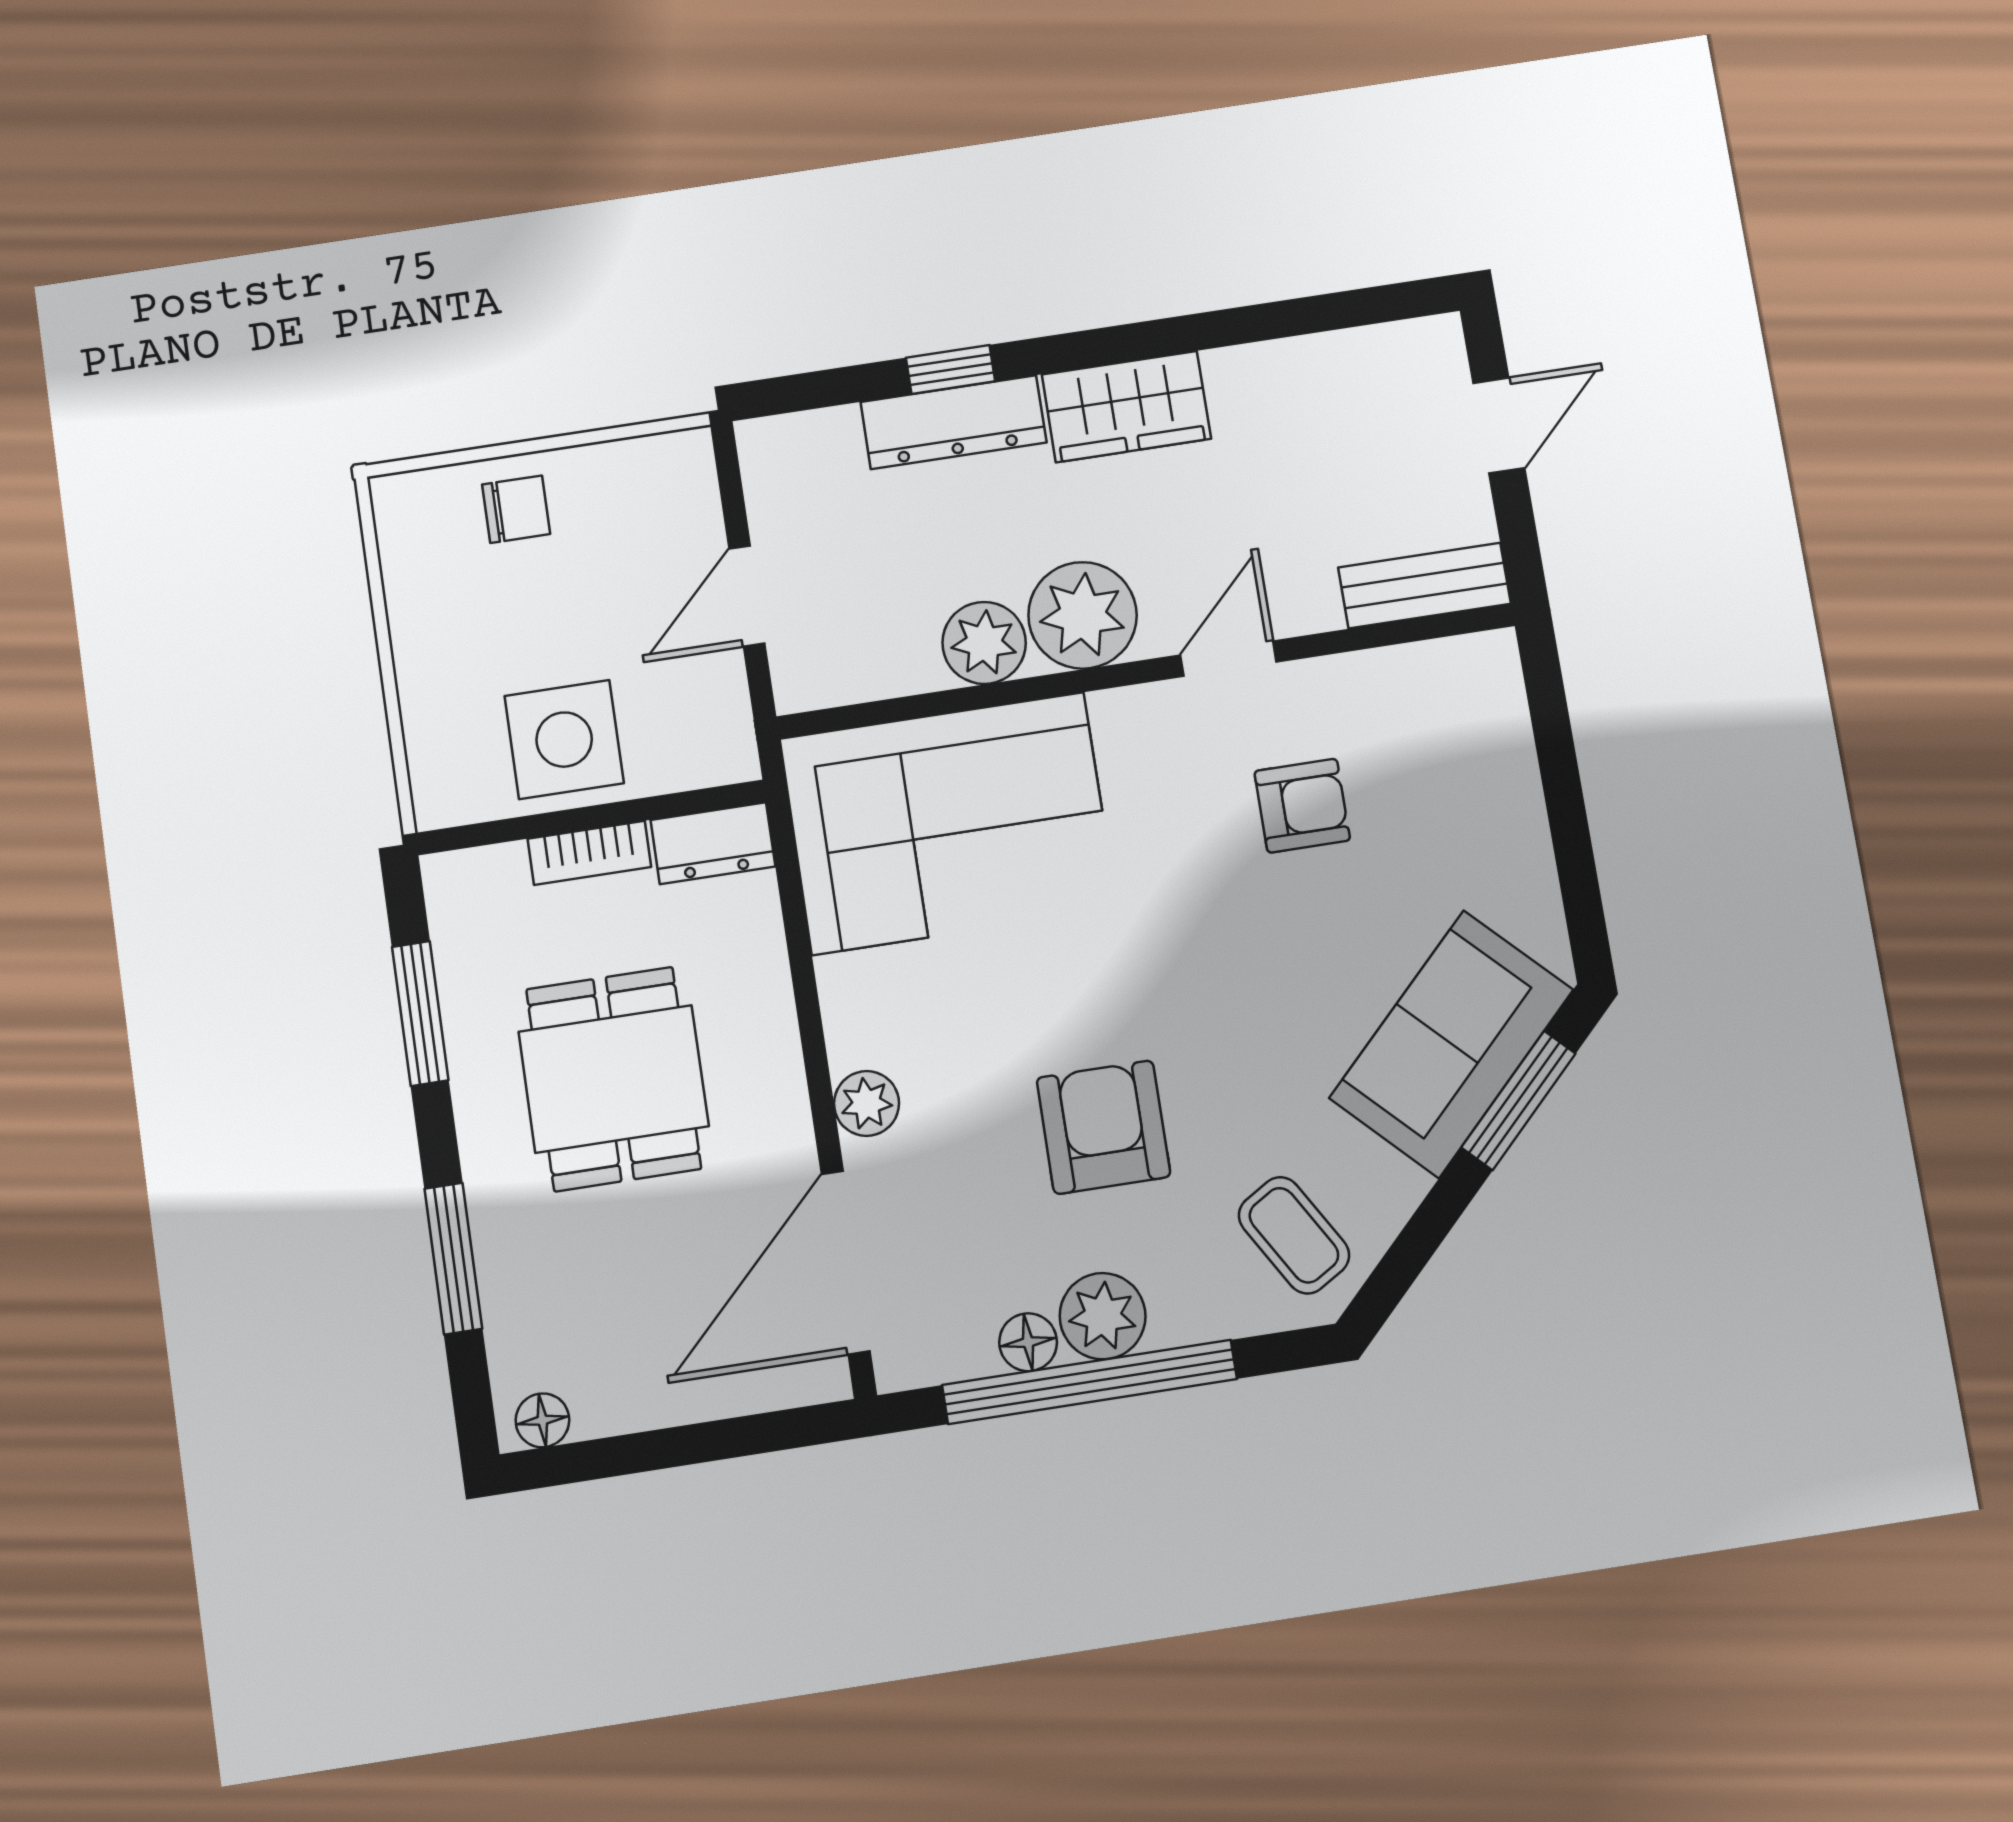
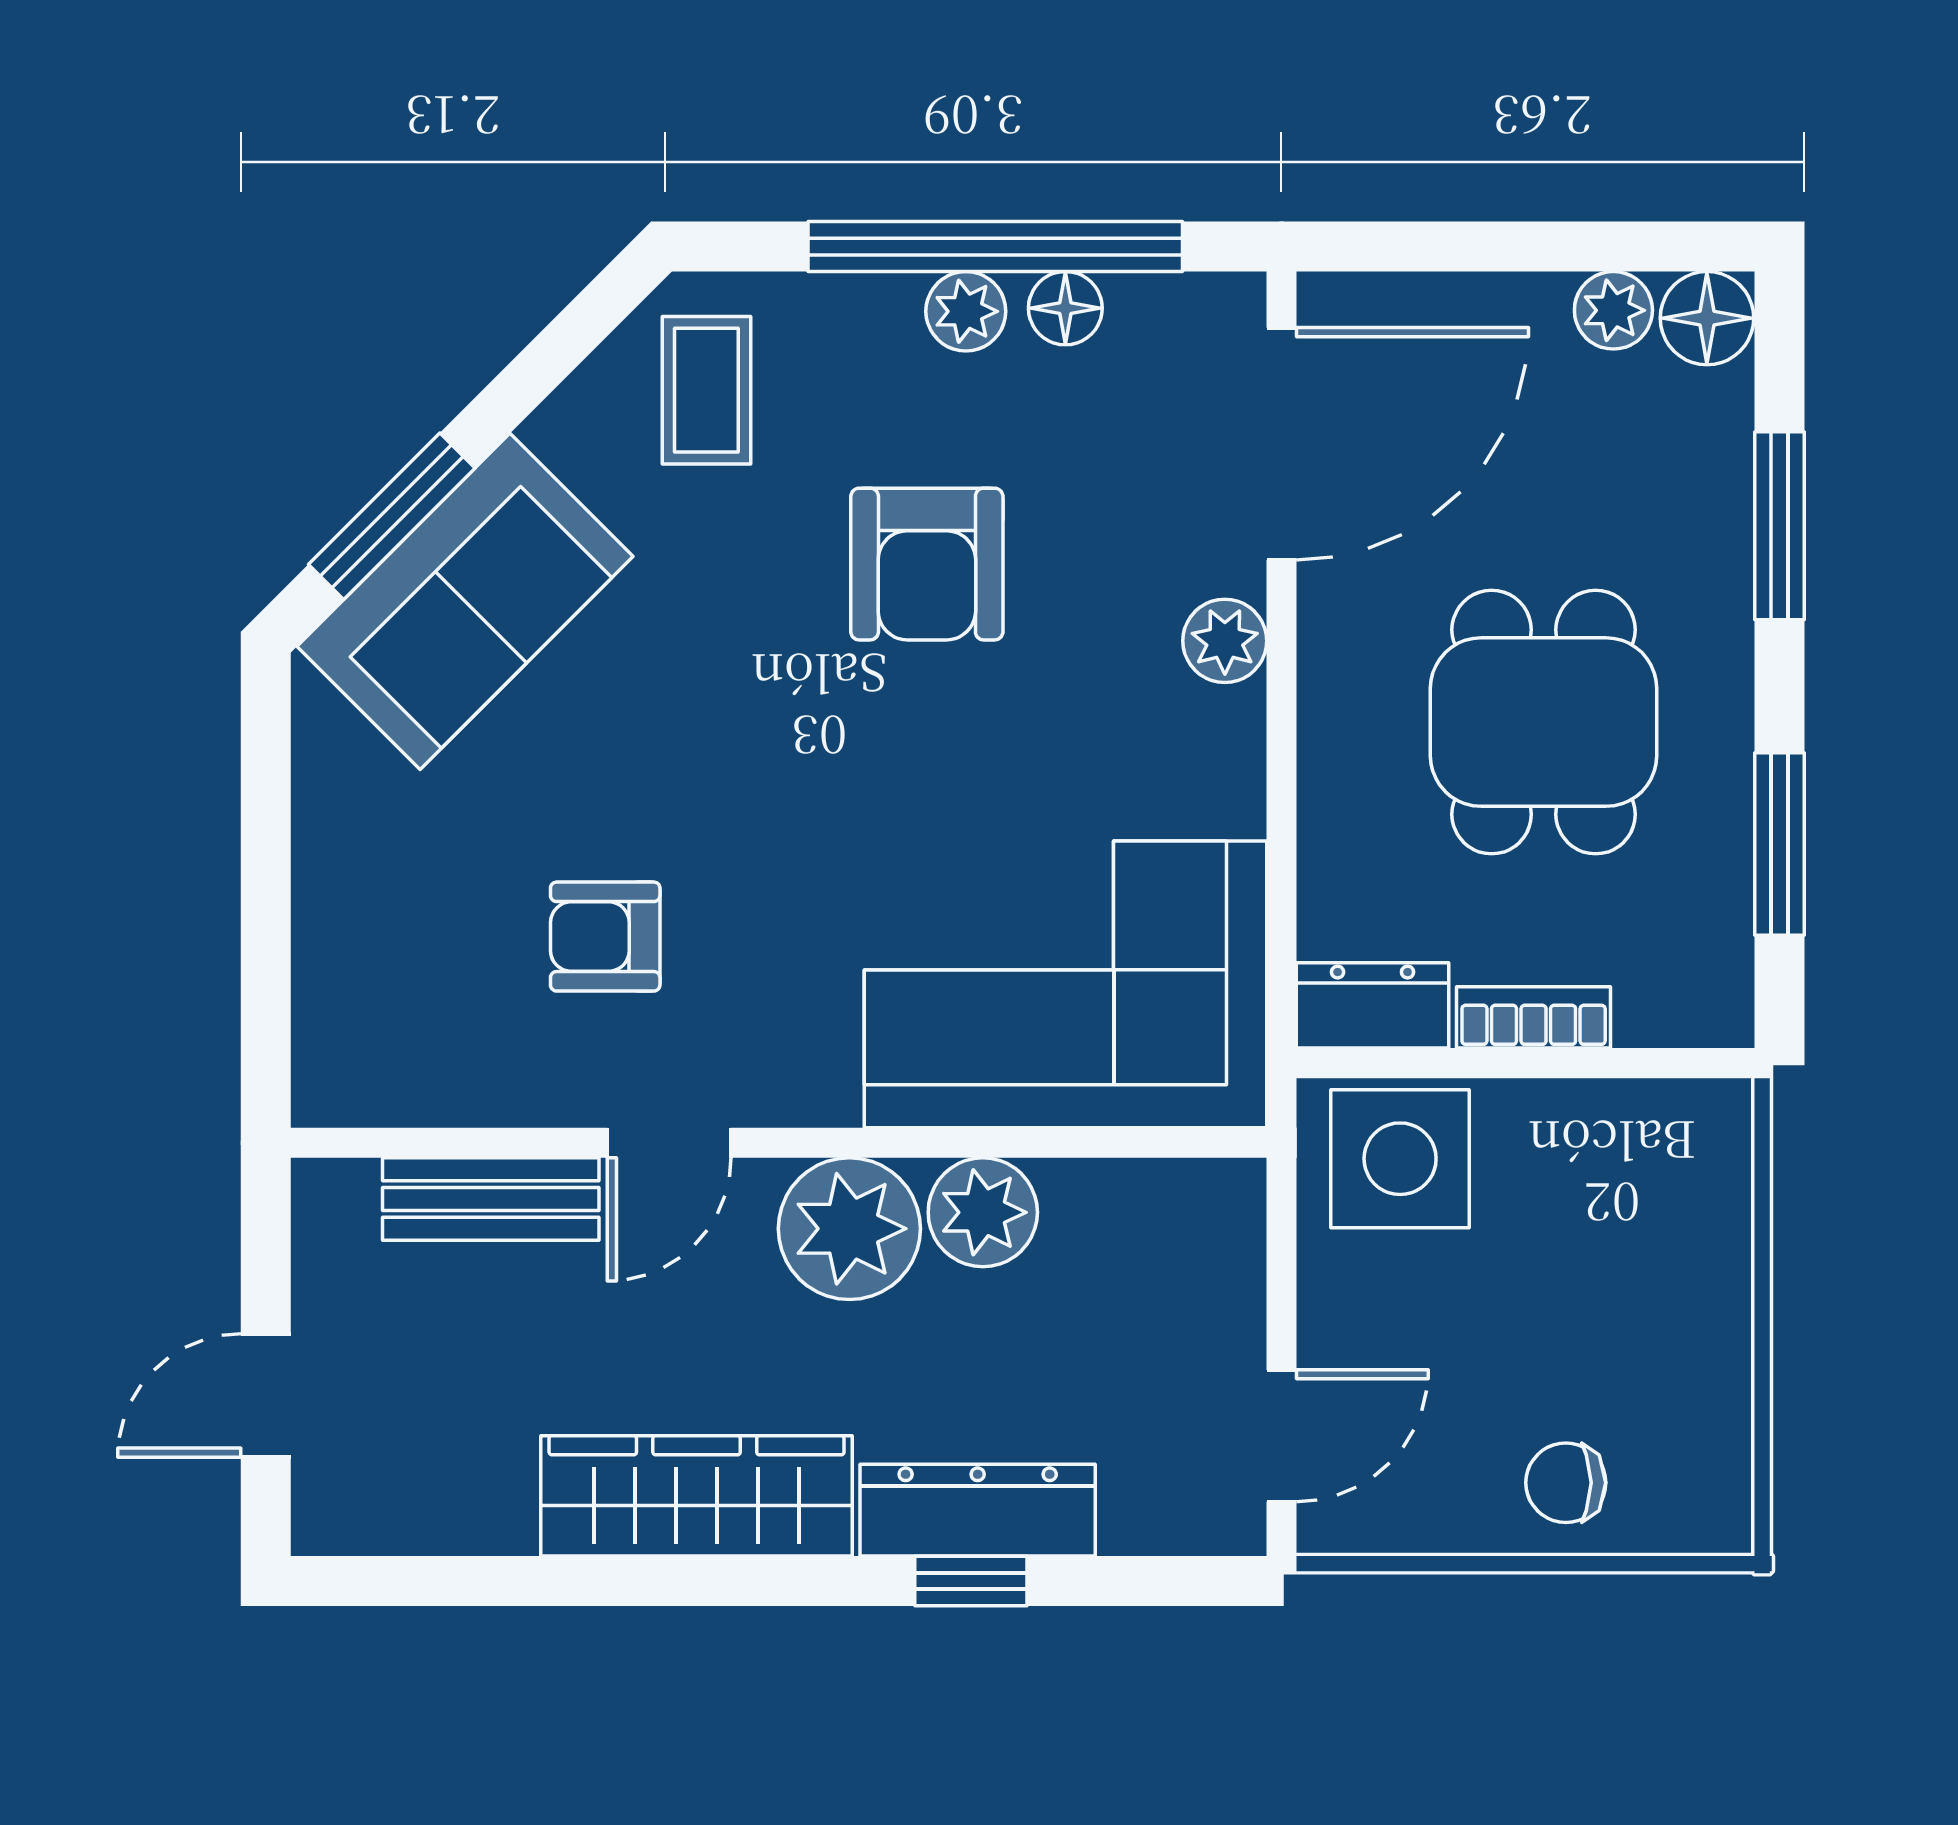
wardrobe: (1126, 407) -> (697, 1496), width x1.50
bench: (1424, 586) -> (491, 1199), moved
door: (747, 596) -> (1282, 1436), moved
side table: (564, 740) -> (1400, 1159), moved
coffee table: (1294, 1235) -> (706, 390), turned 31
plant: (1103, 1316) -> (966, 311), width x0.73, depth x0.73
plant: (605, 1407) -> (1613, 310), added
floor lamp: (542, 1420) -> (1707, 318), width x1.37, depth x1.37

